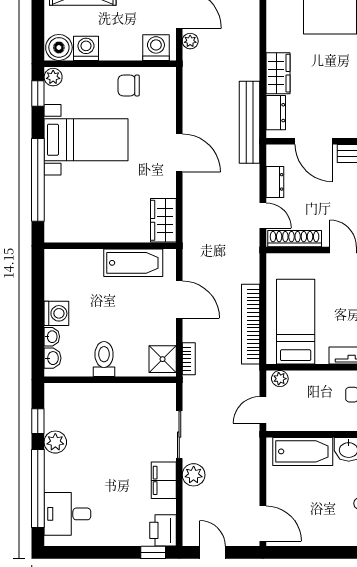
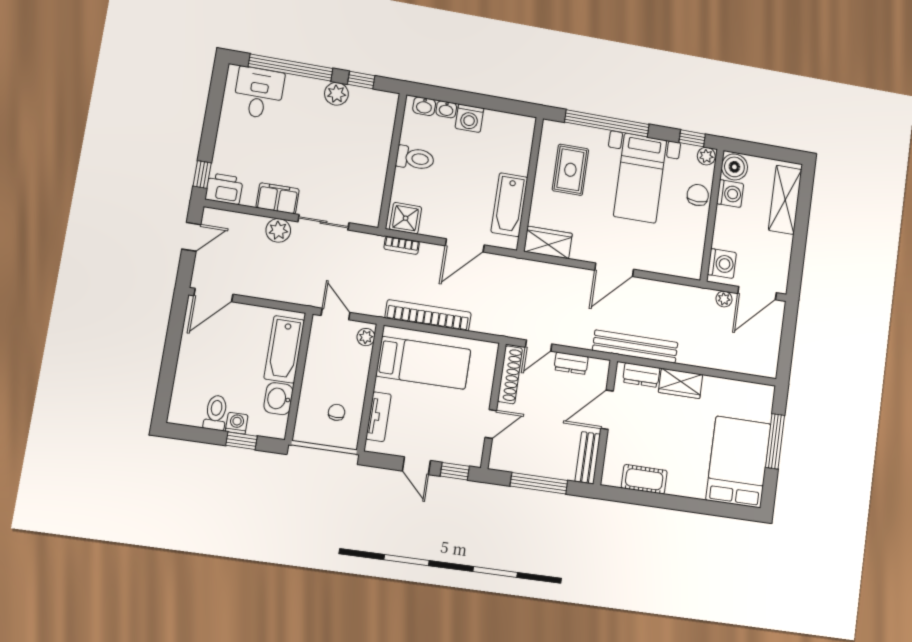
chair: (129, 85) -> (698, 195), moved
rug: (89, 209) -> (570, 170), added

